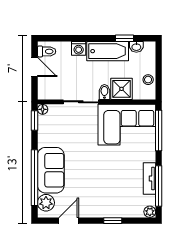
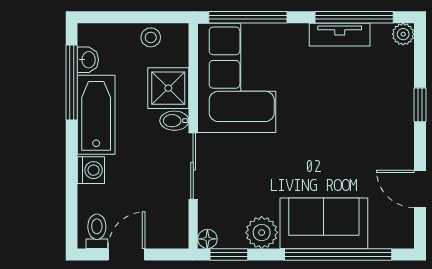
window: (124, 38) -> (72, 82), width x2.17
plant: (46, 203) -> (262, 233), moved

